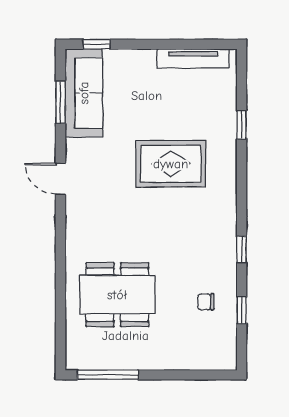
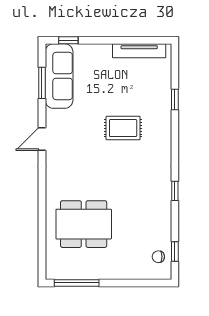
rug: (171, 164) -> (123, 128), width x0.73, depth x0.70
door: (61, 179) -> (42, 139), hinge flipped
chair: (206, 302) -> (158, 257), moved
window: (242, 310) -> (175, 251), moved

